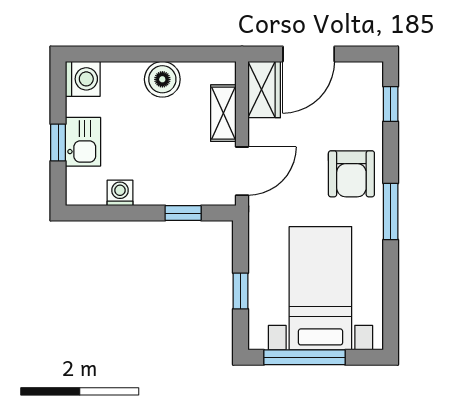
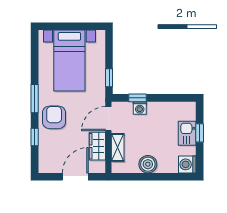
wardrobe: (264, 90) -> (97, 146), moved
window: (391, 104) -> (35, 137), moved
washing machine: (120, 193) -> (140, 108), moved
window: (241, 291) -> (109, 78), moved
window: (304, 357) -> (77, 26), removed

